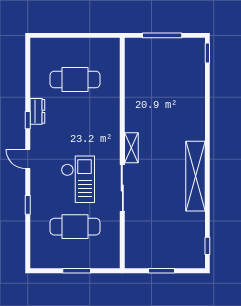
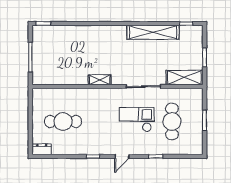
cafe table: (75, 79) -> (63, 121), turned 90
dresser: (37, 111) -> (42, 149), moved
shelving: (131, 148) -> (100, 80), moved
shelving: (196, 176) -> (153, 32), moved
shelving: (135, 244) -> (184, 77), added

